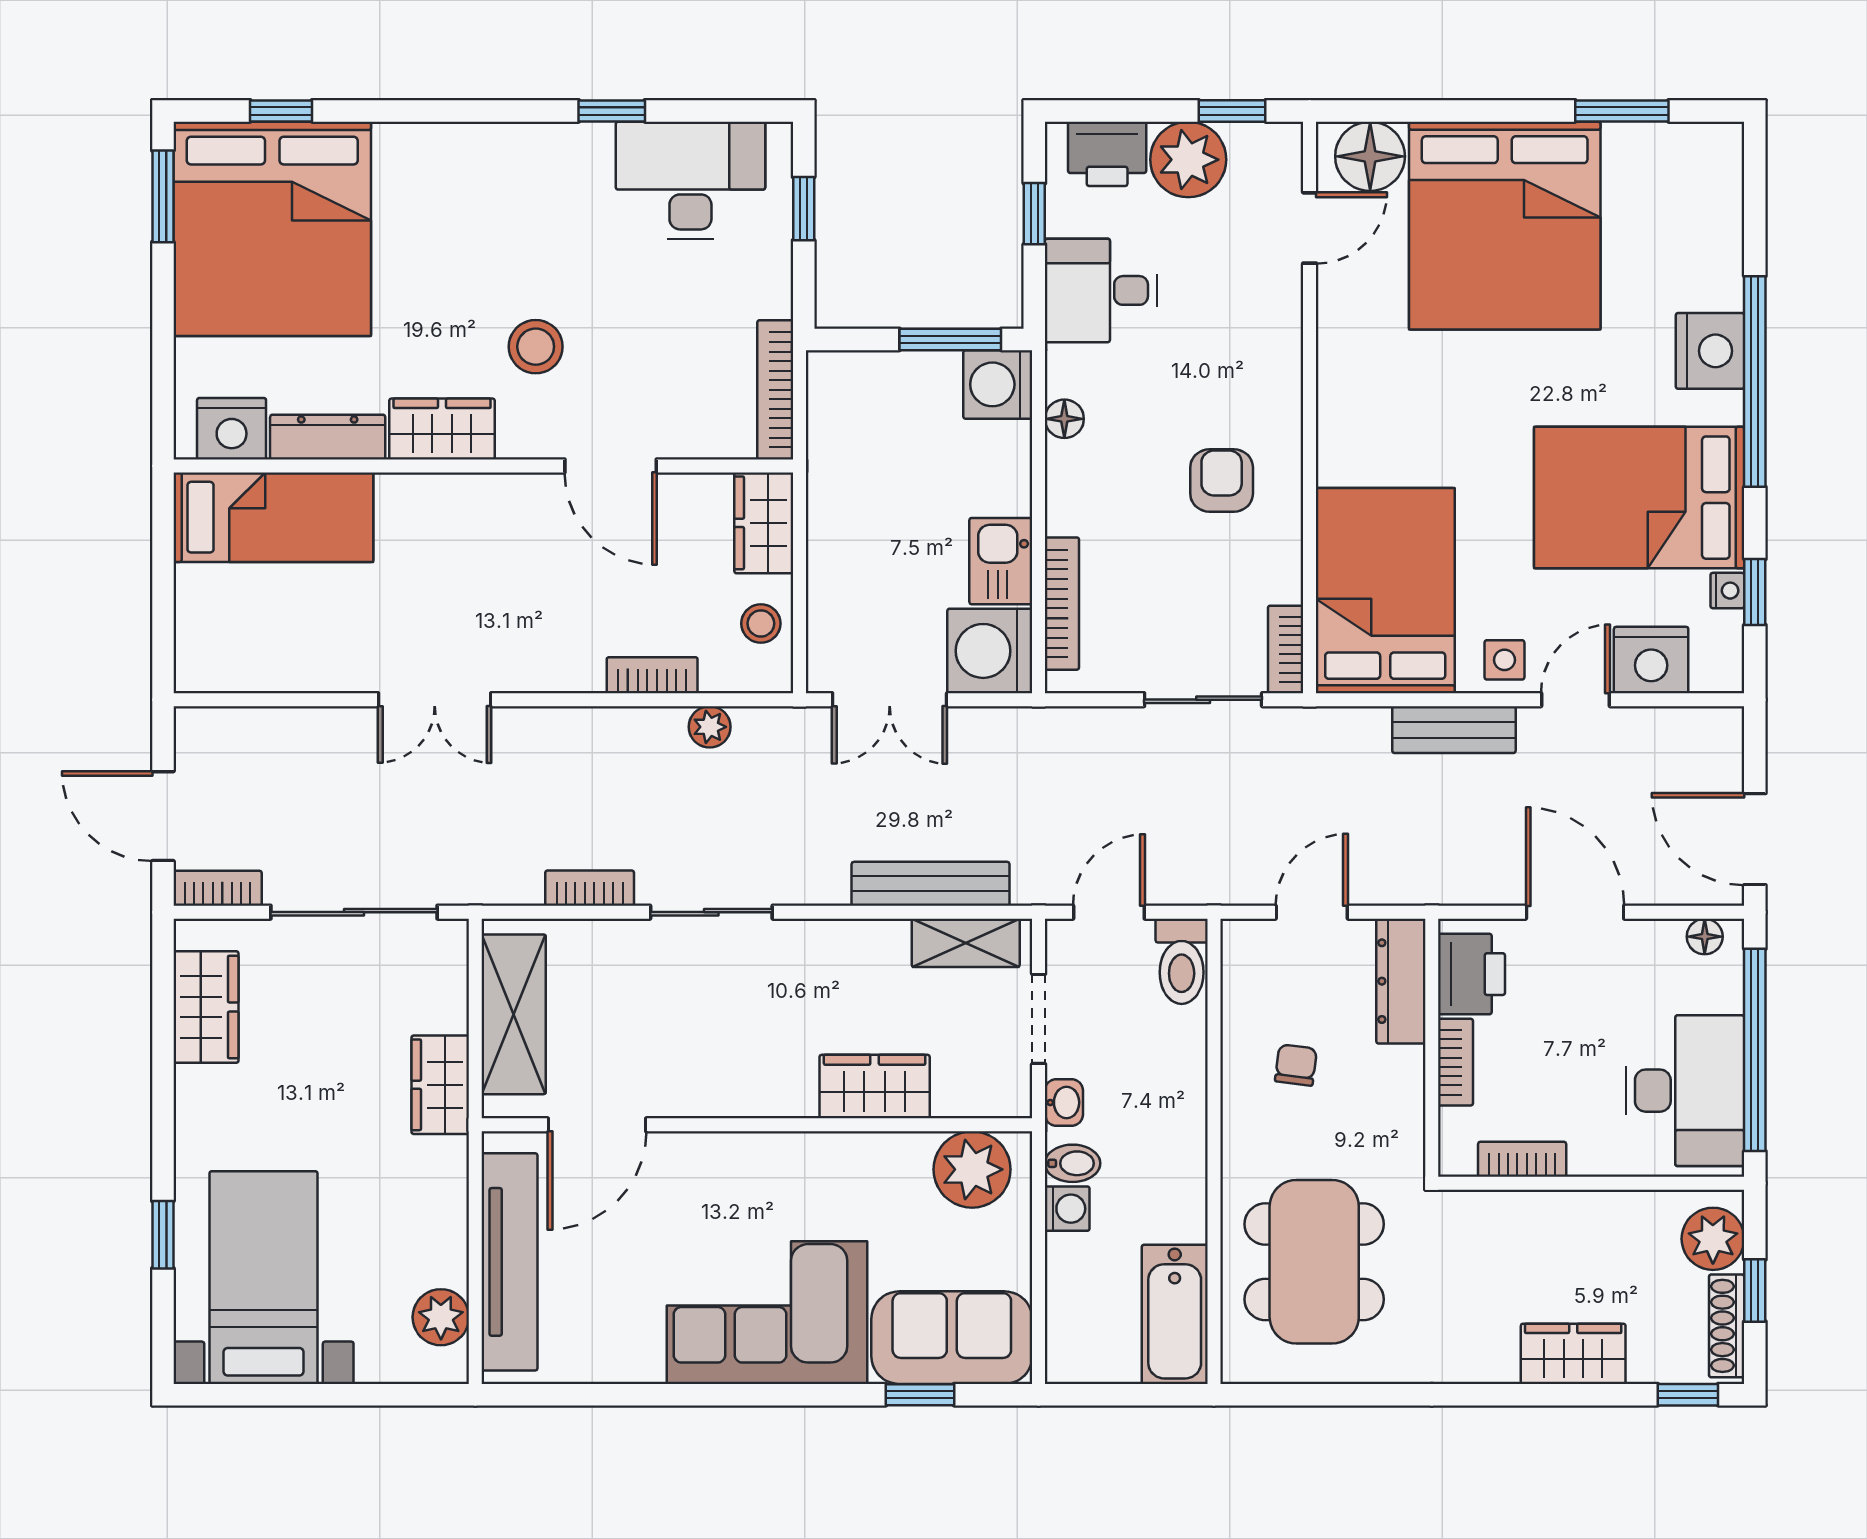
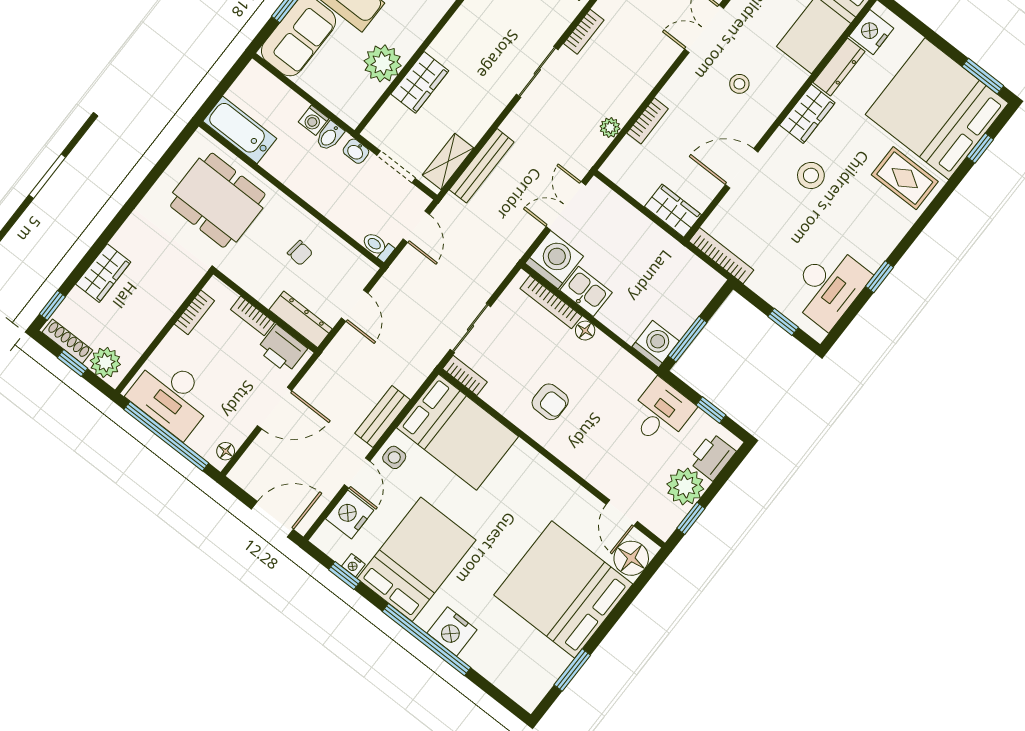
rug: (423, 194) -> (905, 178), added
floor lamp: (1064, 419) -> (585, 331), moved
stool: (761, 623) -> (739, 84), moved
door: (1755, 839) -> (272, 519), moved
toilet: (1182, 961) -> (378, 246), width x0.73, depth x0.72
plant: (972, 1169) -> (383, 63), moved

